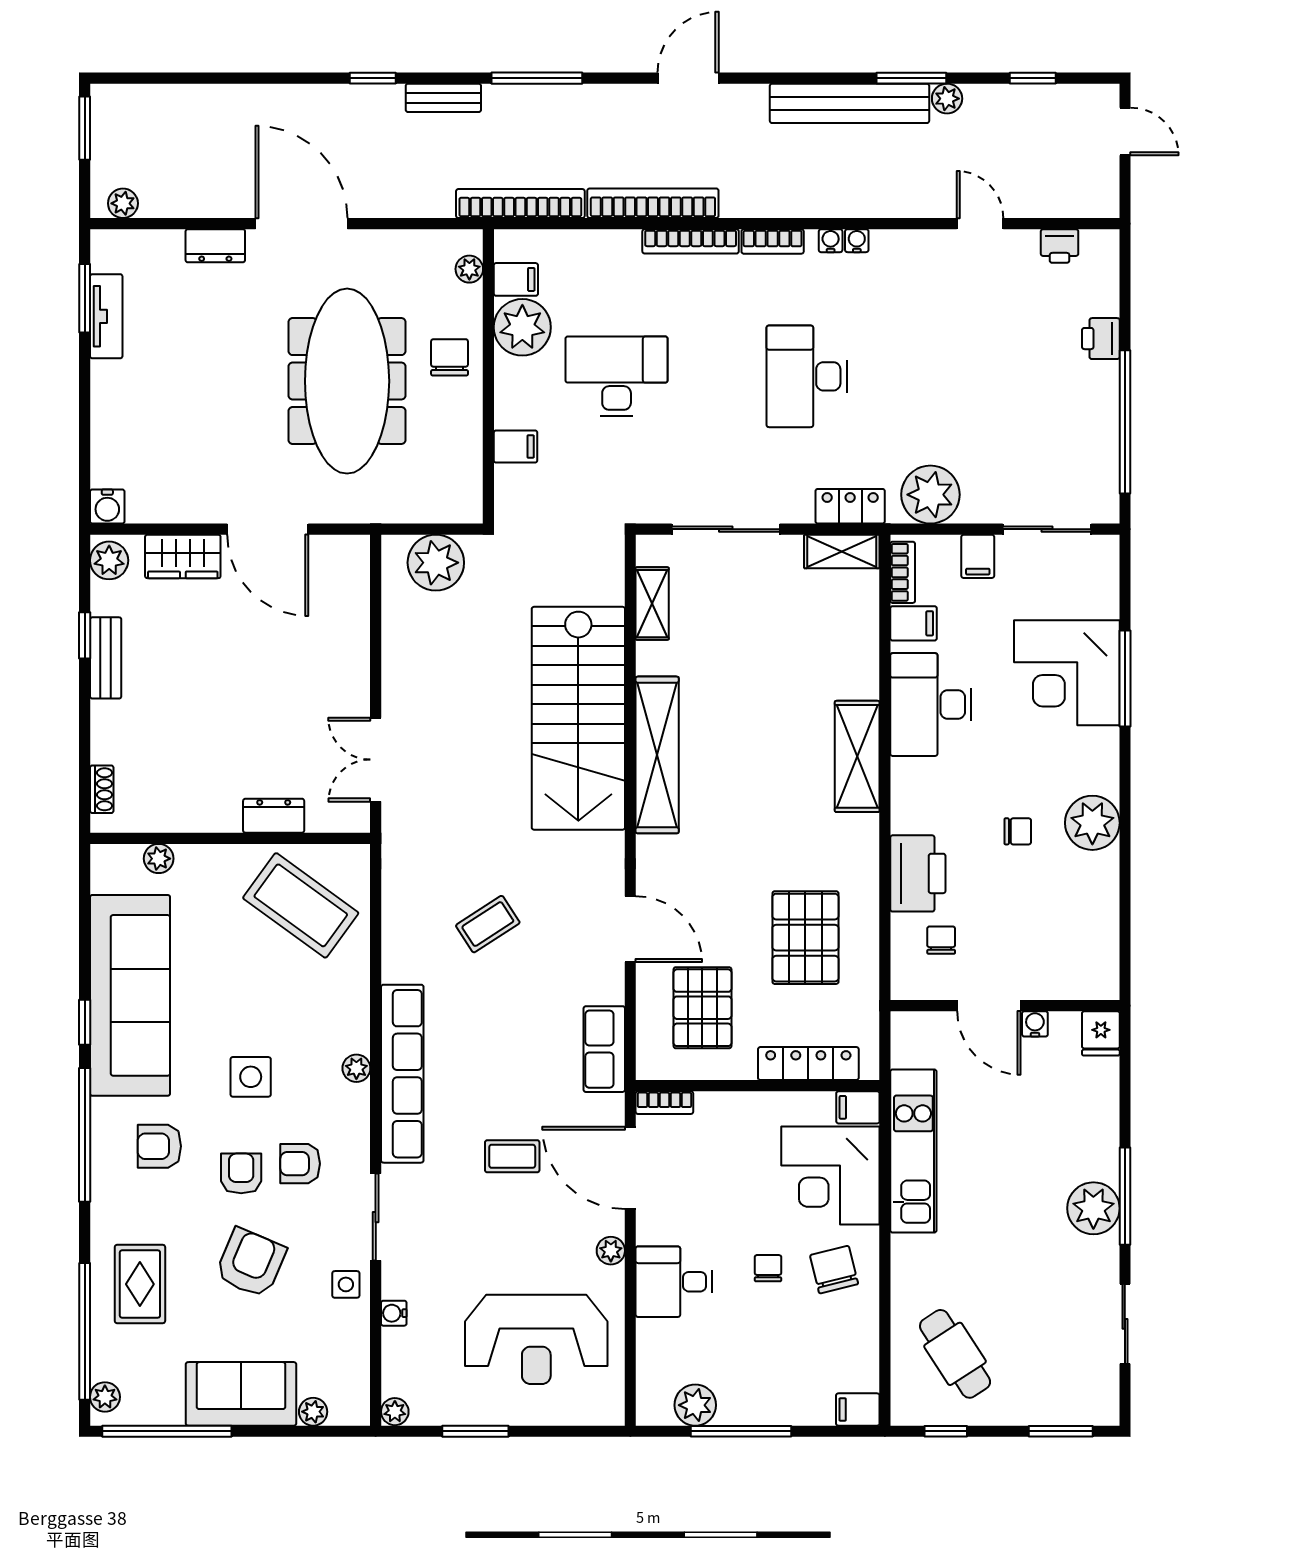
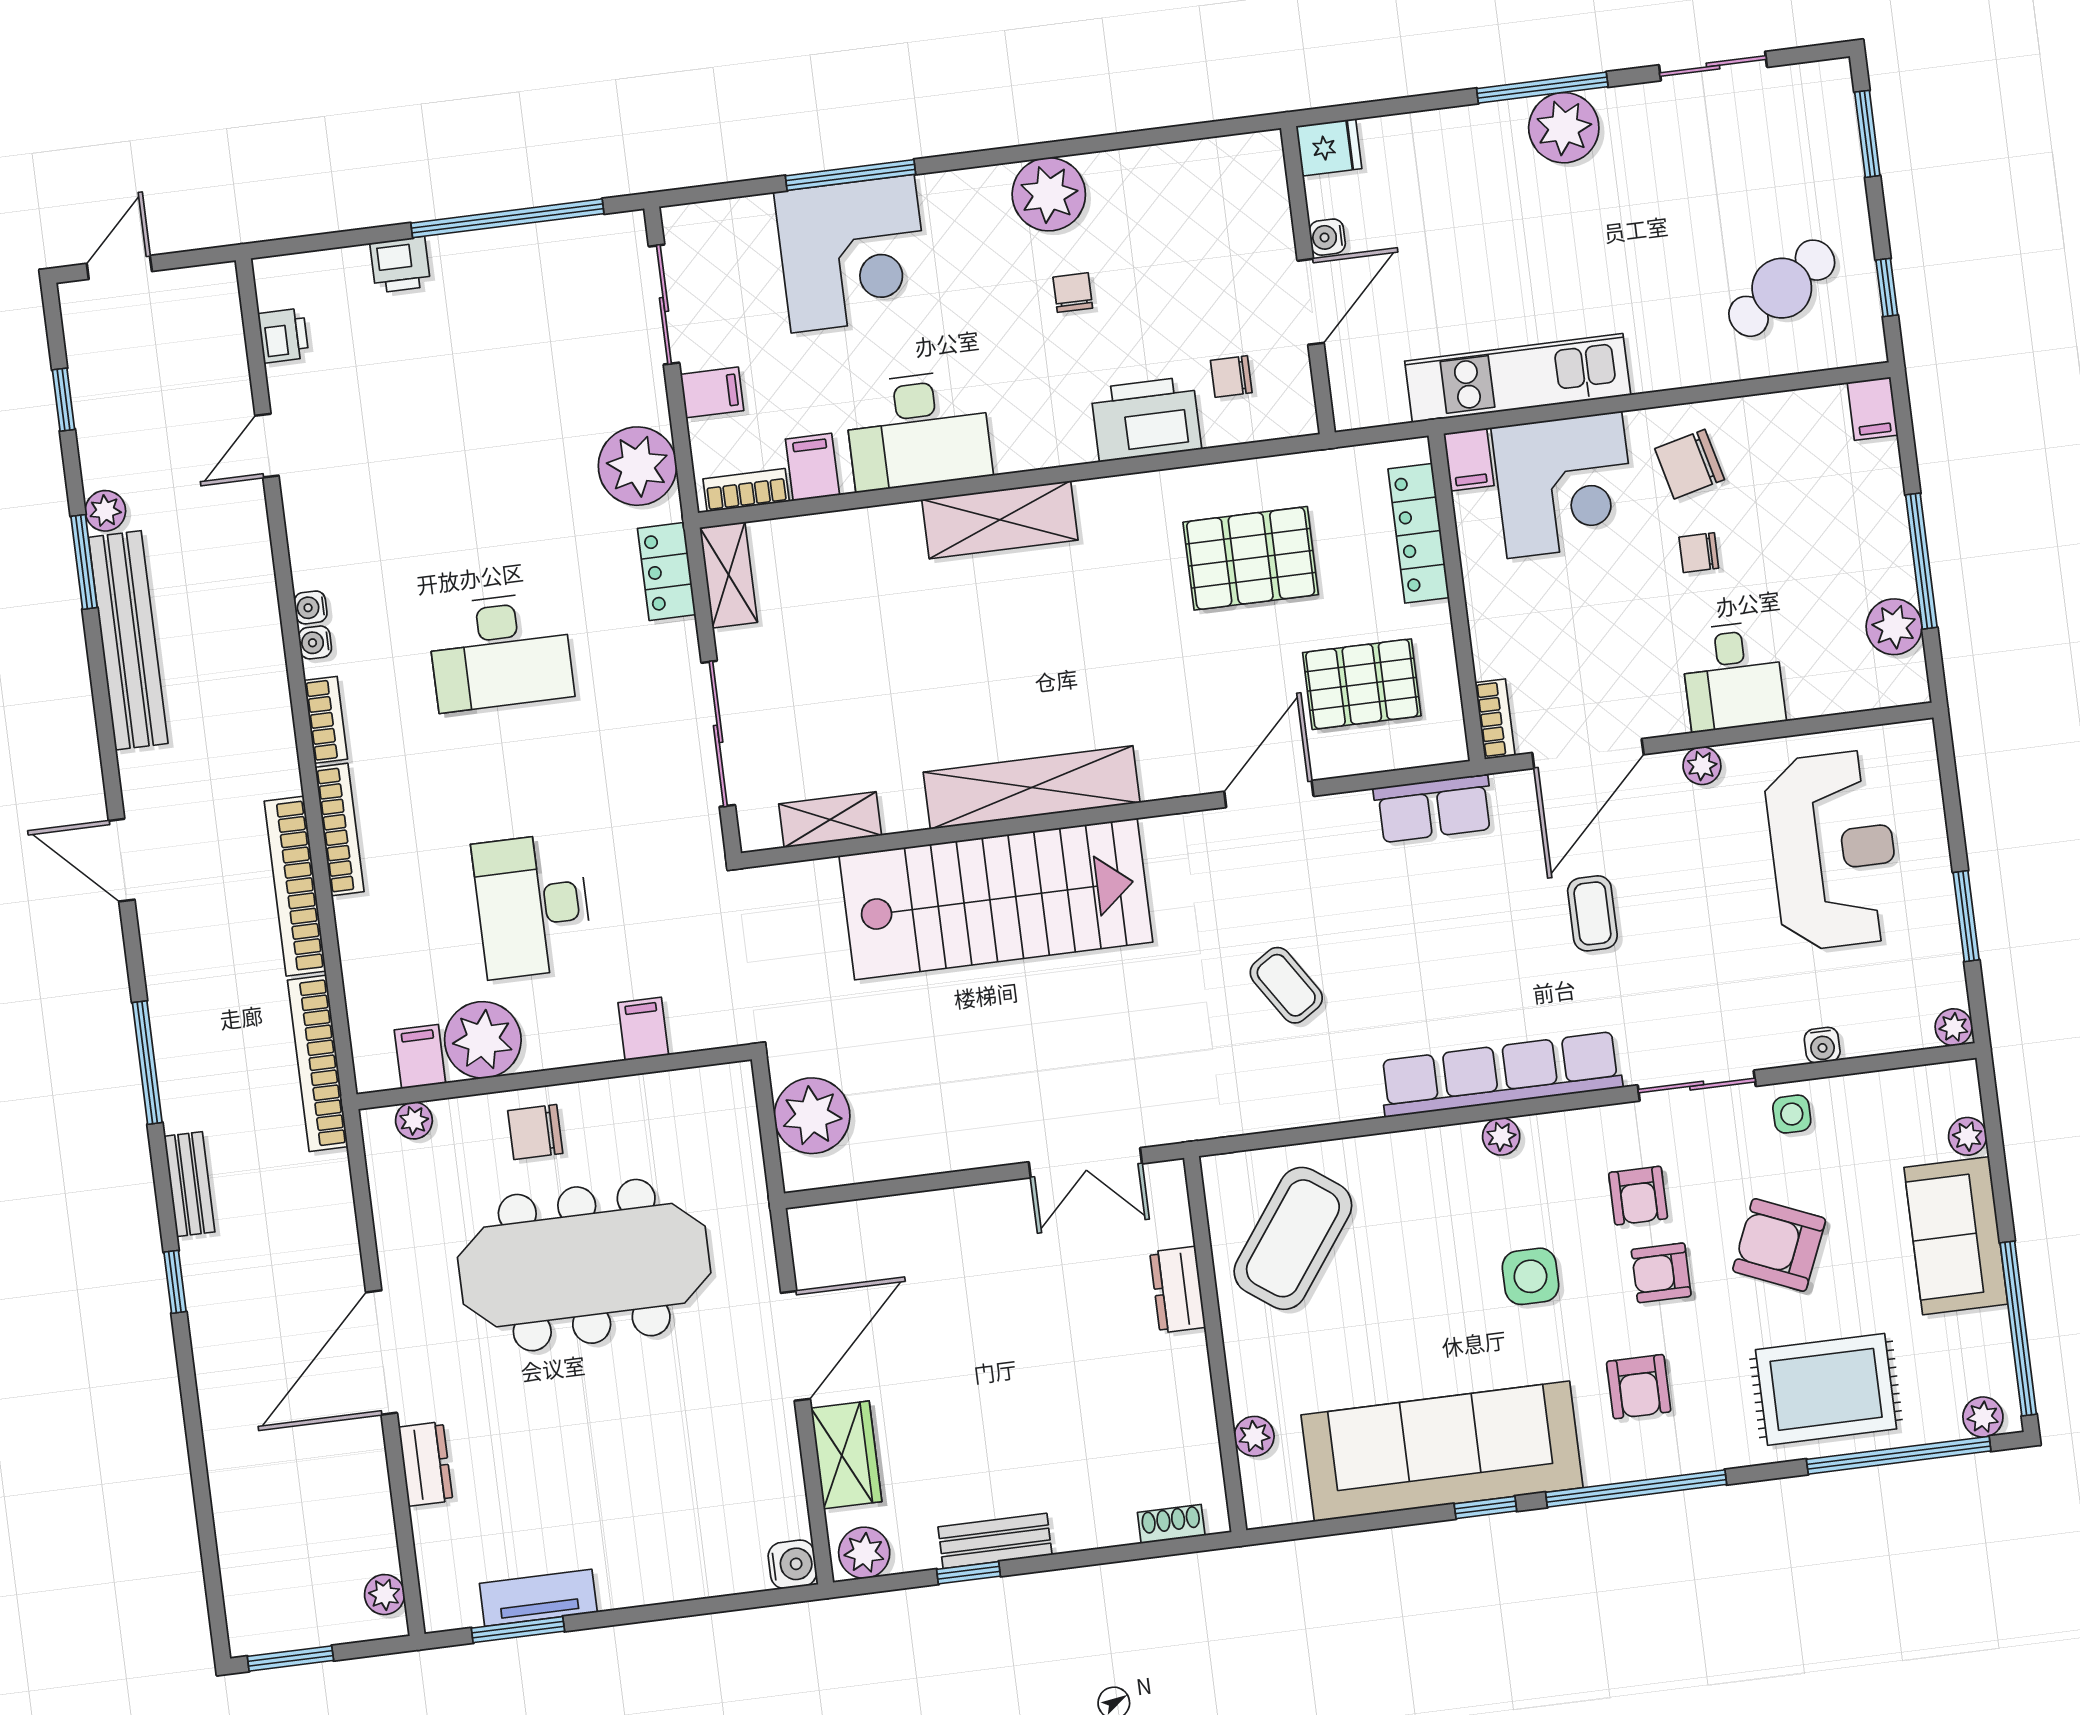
rug: (140, 1284) -> (1826, 1389), width x1.36, depth x1.43

